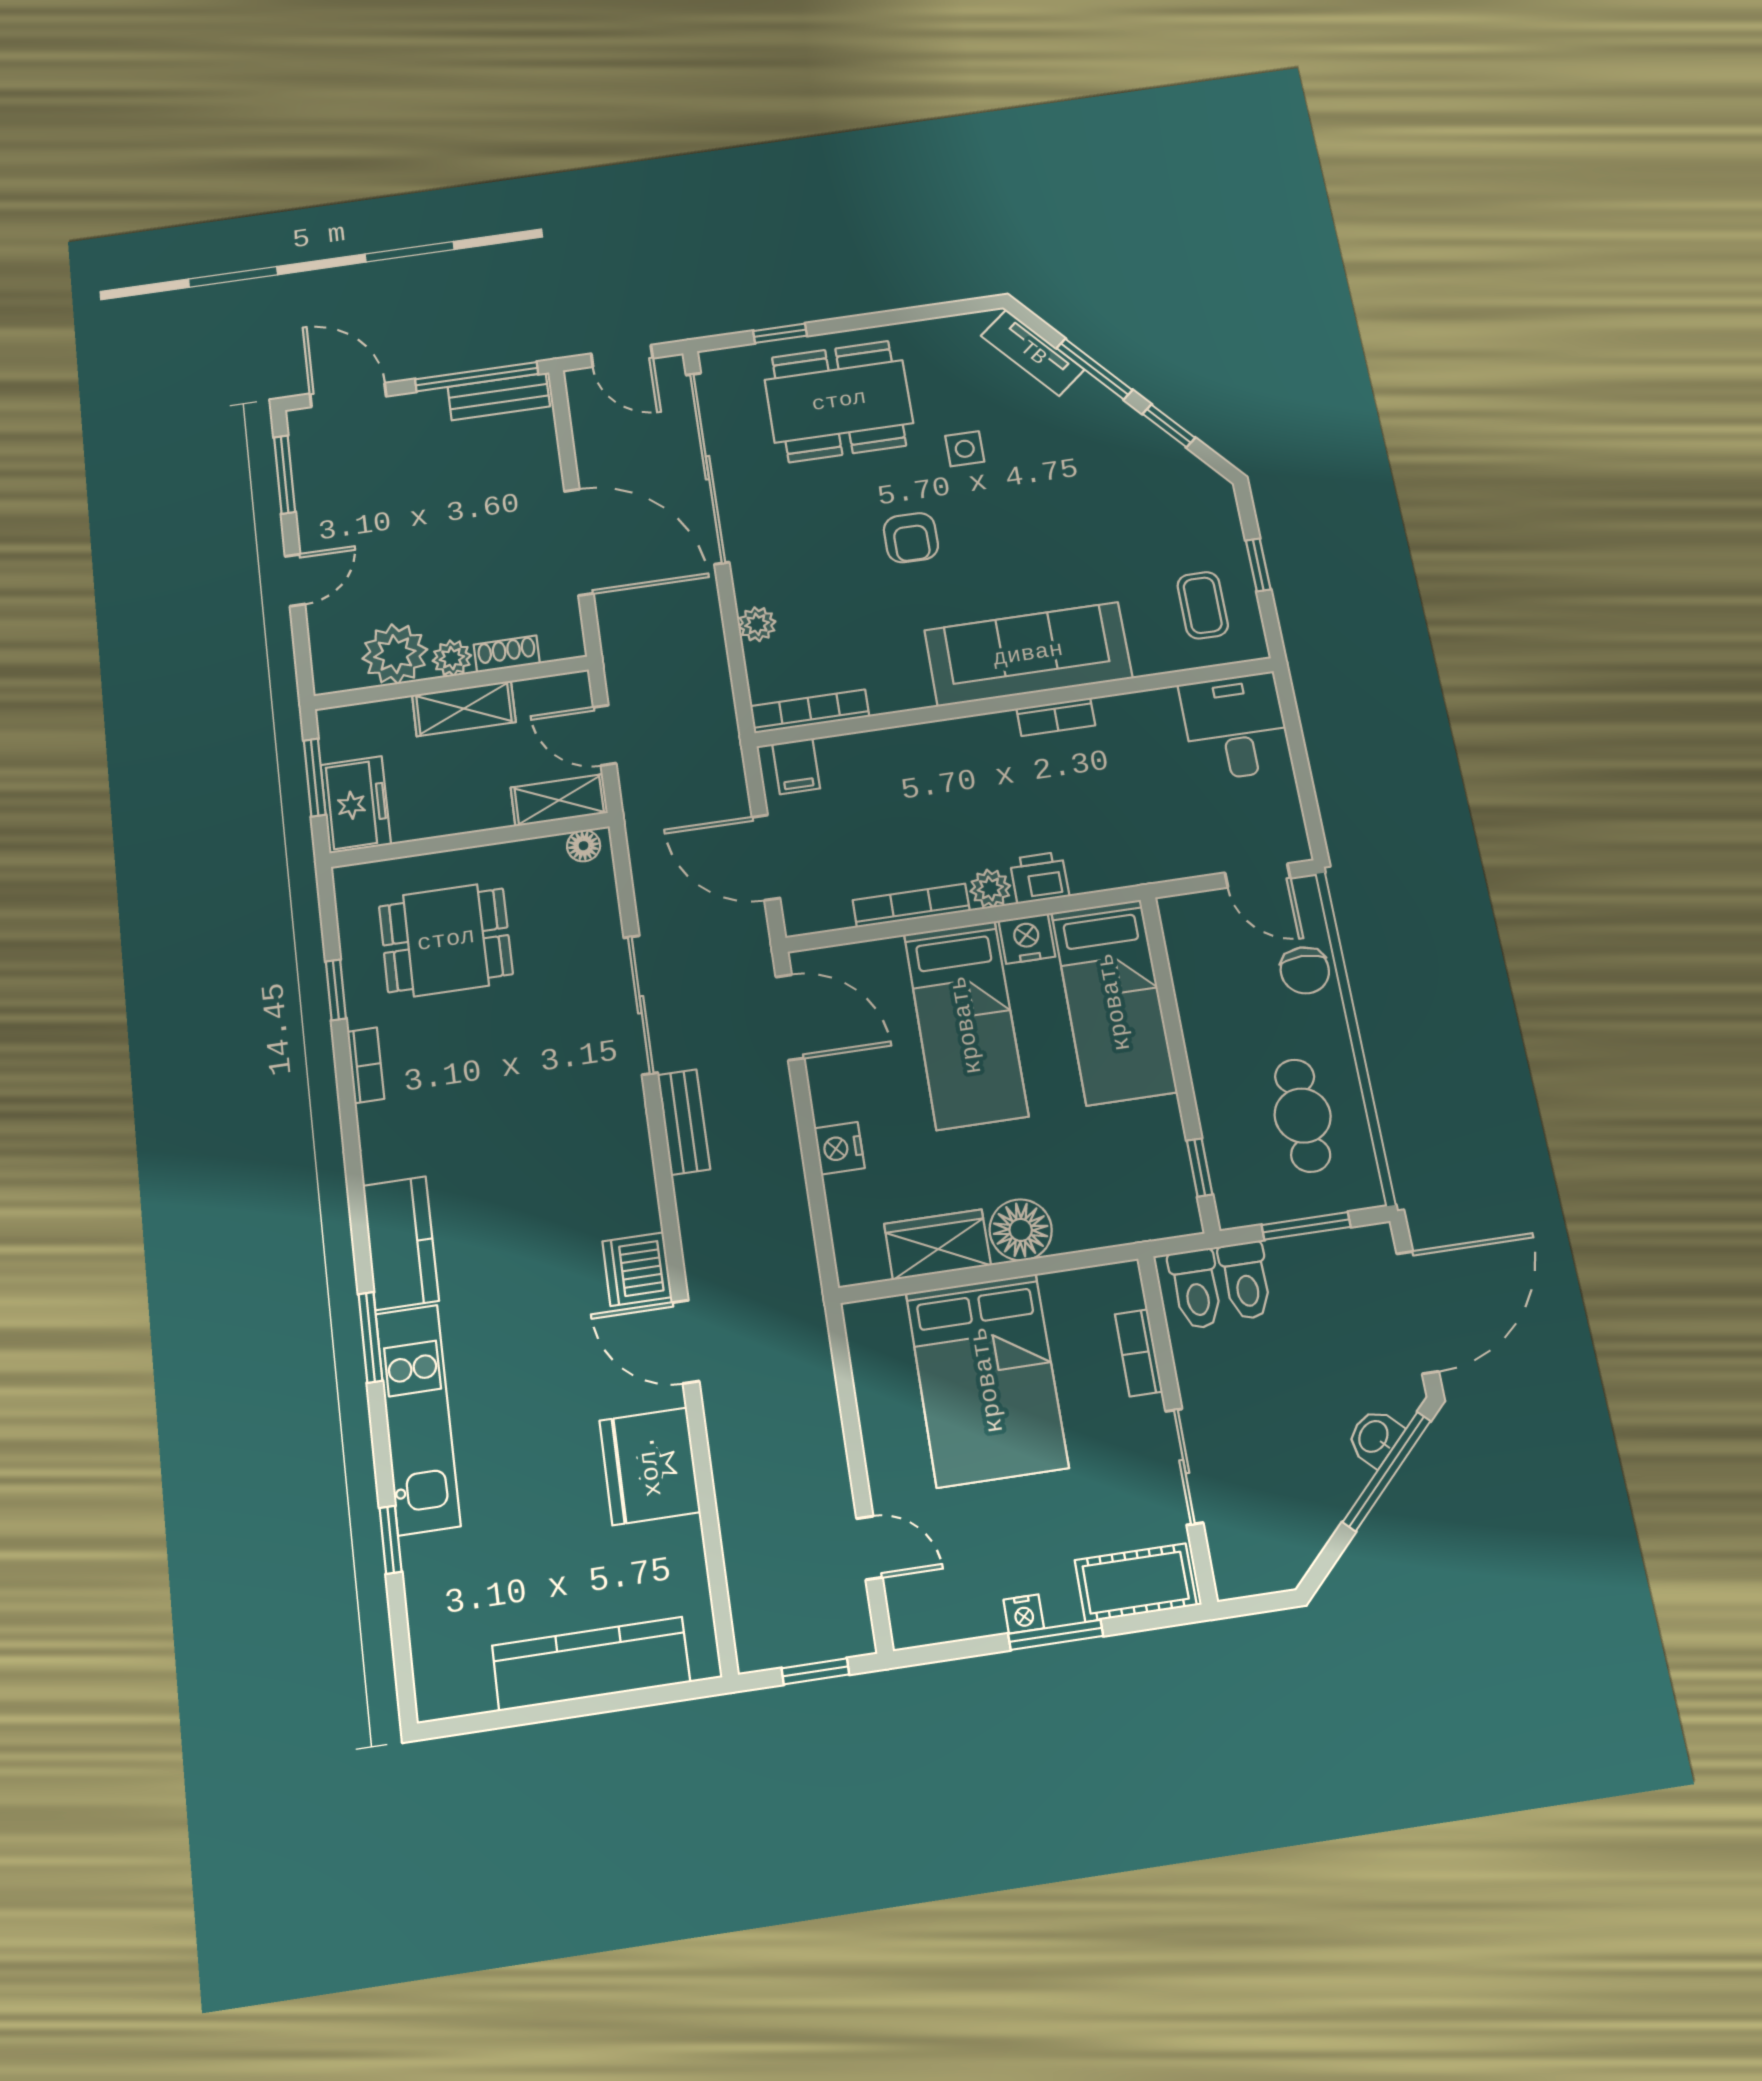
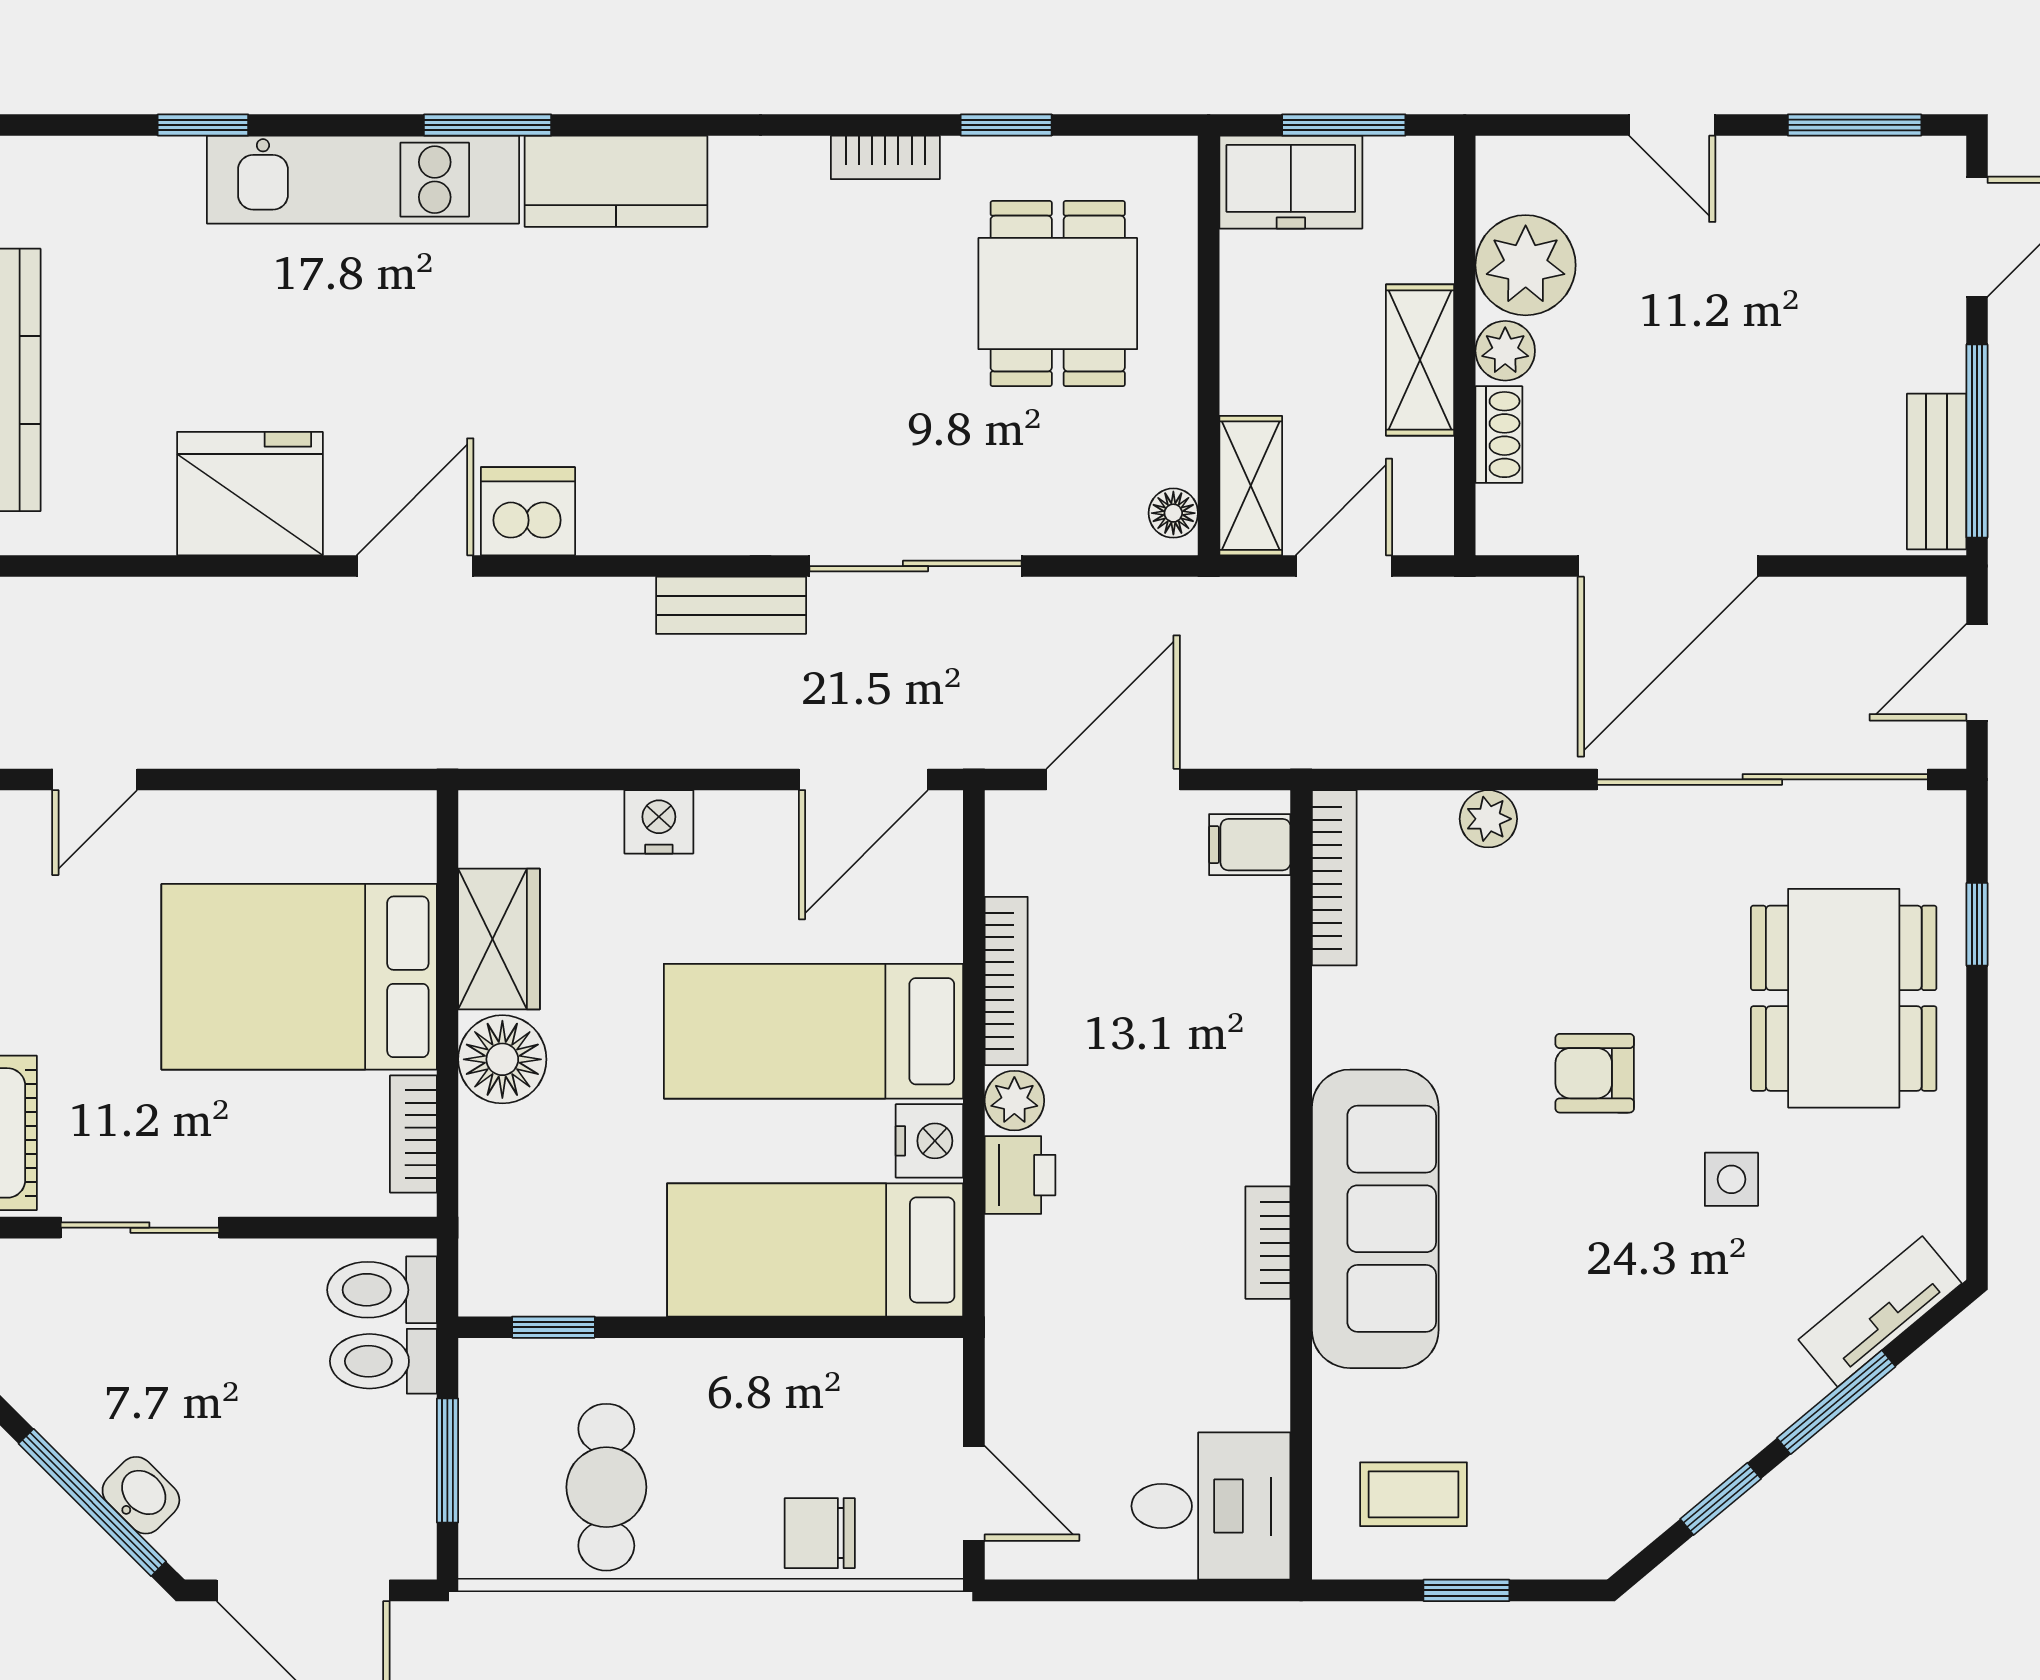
door: (1258, 876) -> (974, 1493), swing flipped
cafe table: (1303, 1116) -> (606, 1487), turned 90
bookcase: (1139, 1353) -> (413, 1134), moved, turned -90

